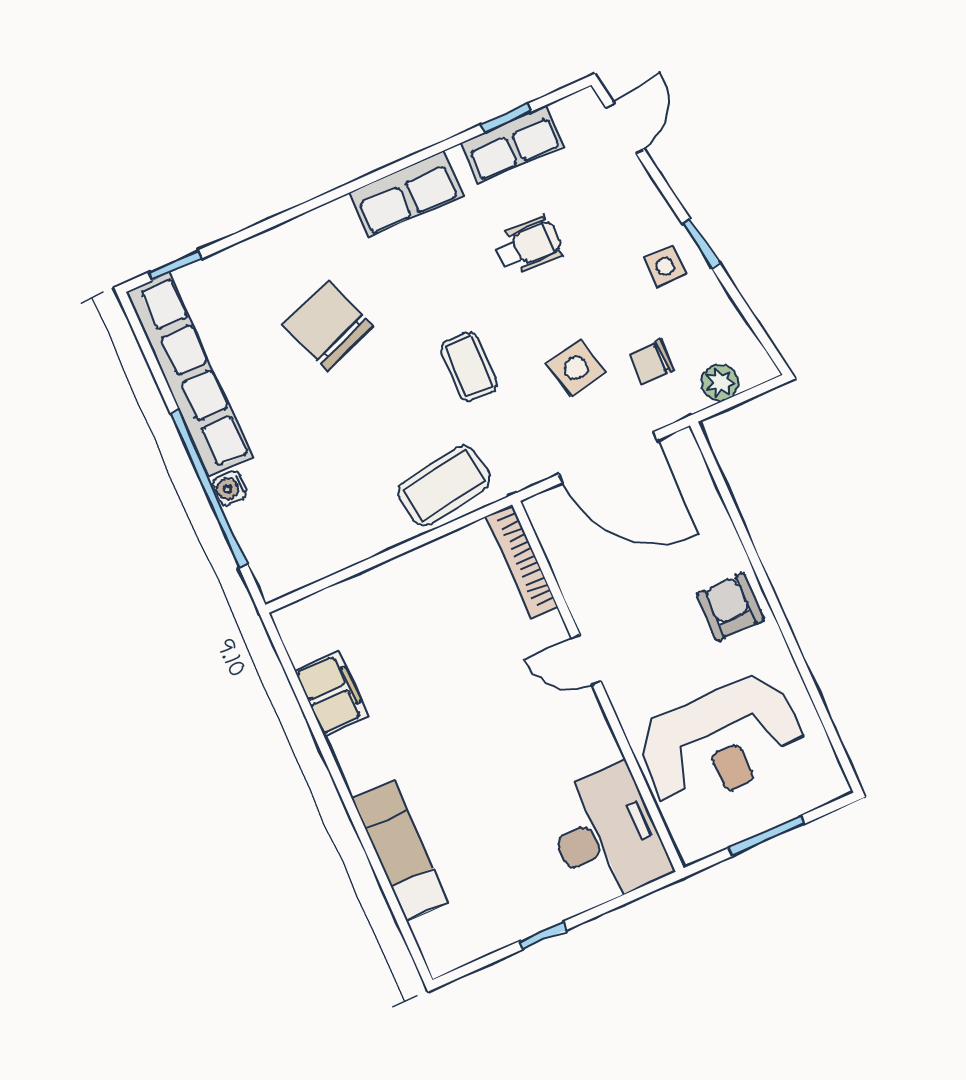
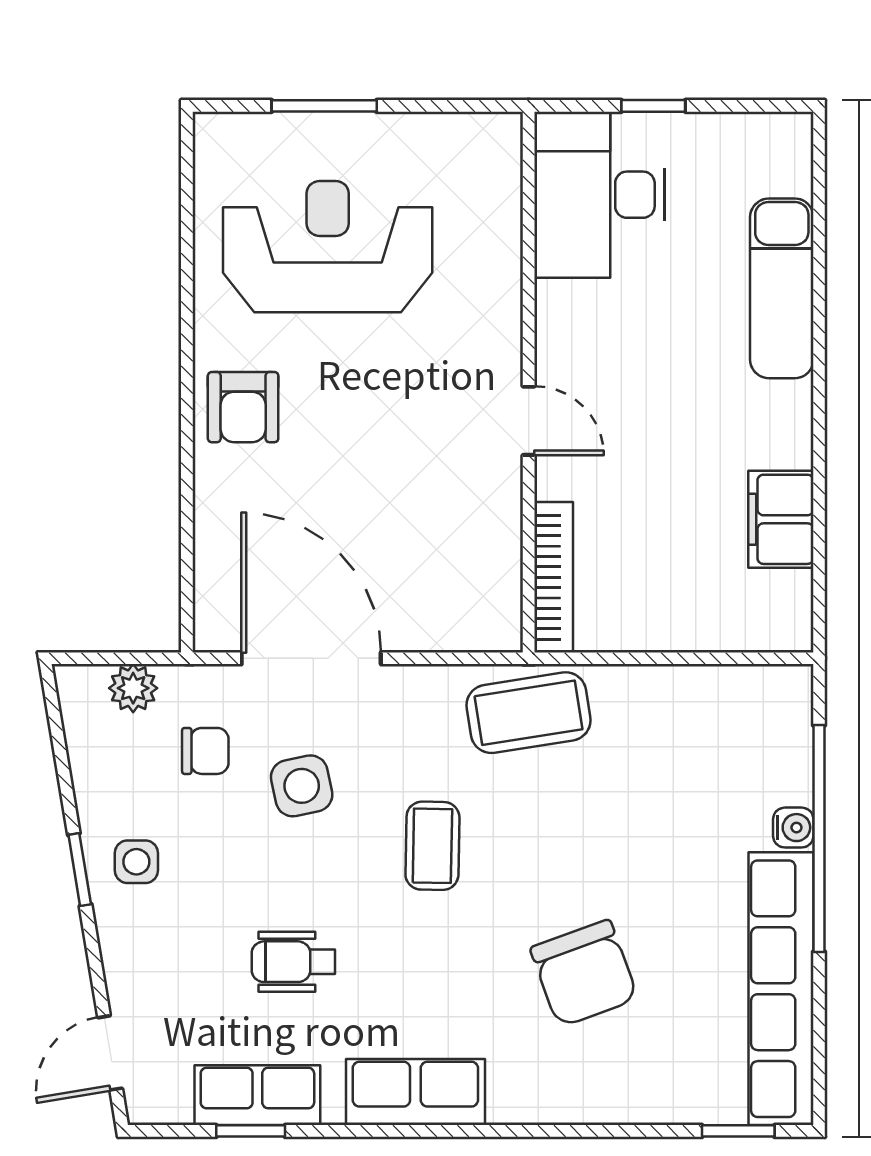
bookcase: (522, 561) -> (554, 577), moved
door: (586, 660) -> (529, 421), moved
wall: (598, 686) -> (529, 382), moved
desk: (606, 835) -> (600, 195), moved

